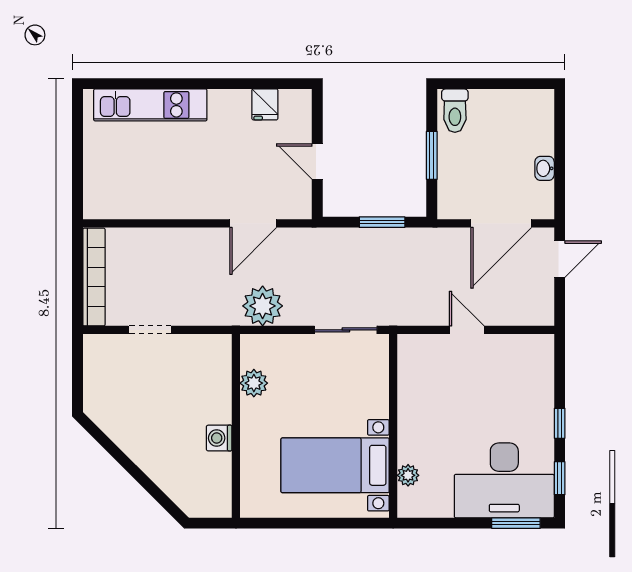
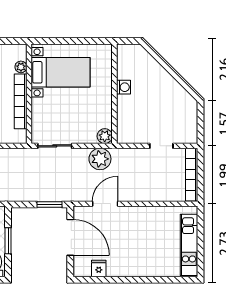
kitchen unit: (150, 105) -> (189, 245), moved, turned -90
door: (317, 162) -> (70, 237), width x1.87
window: (382, 222) -> (49, 204), moved
plant: (254, 383) -> (105, 136), moved
bookcase: (409, 412) -> (21, 101), added

